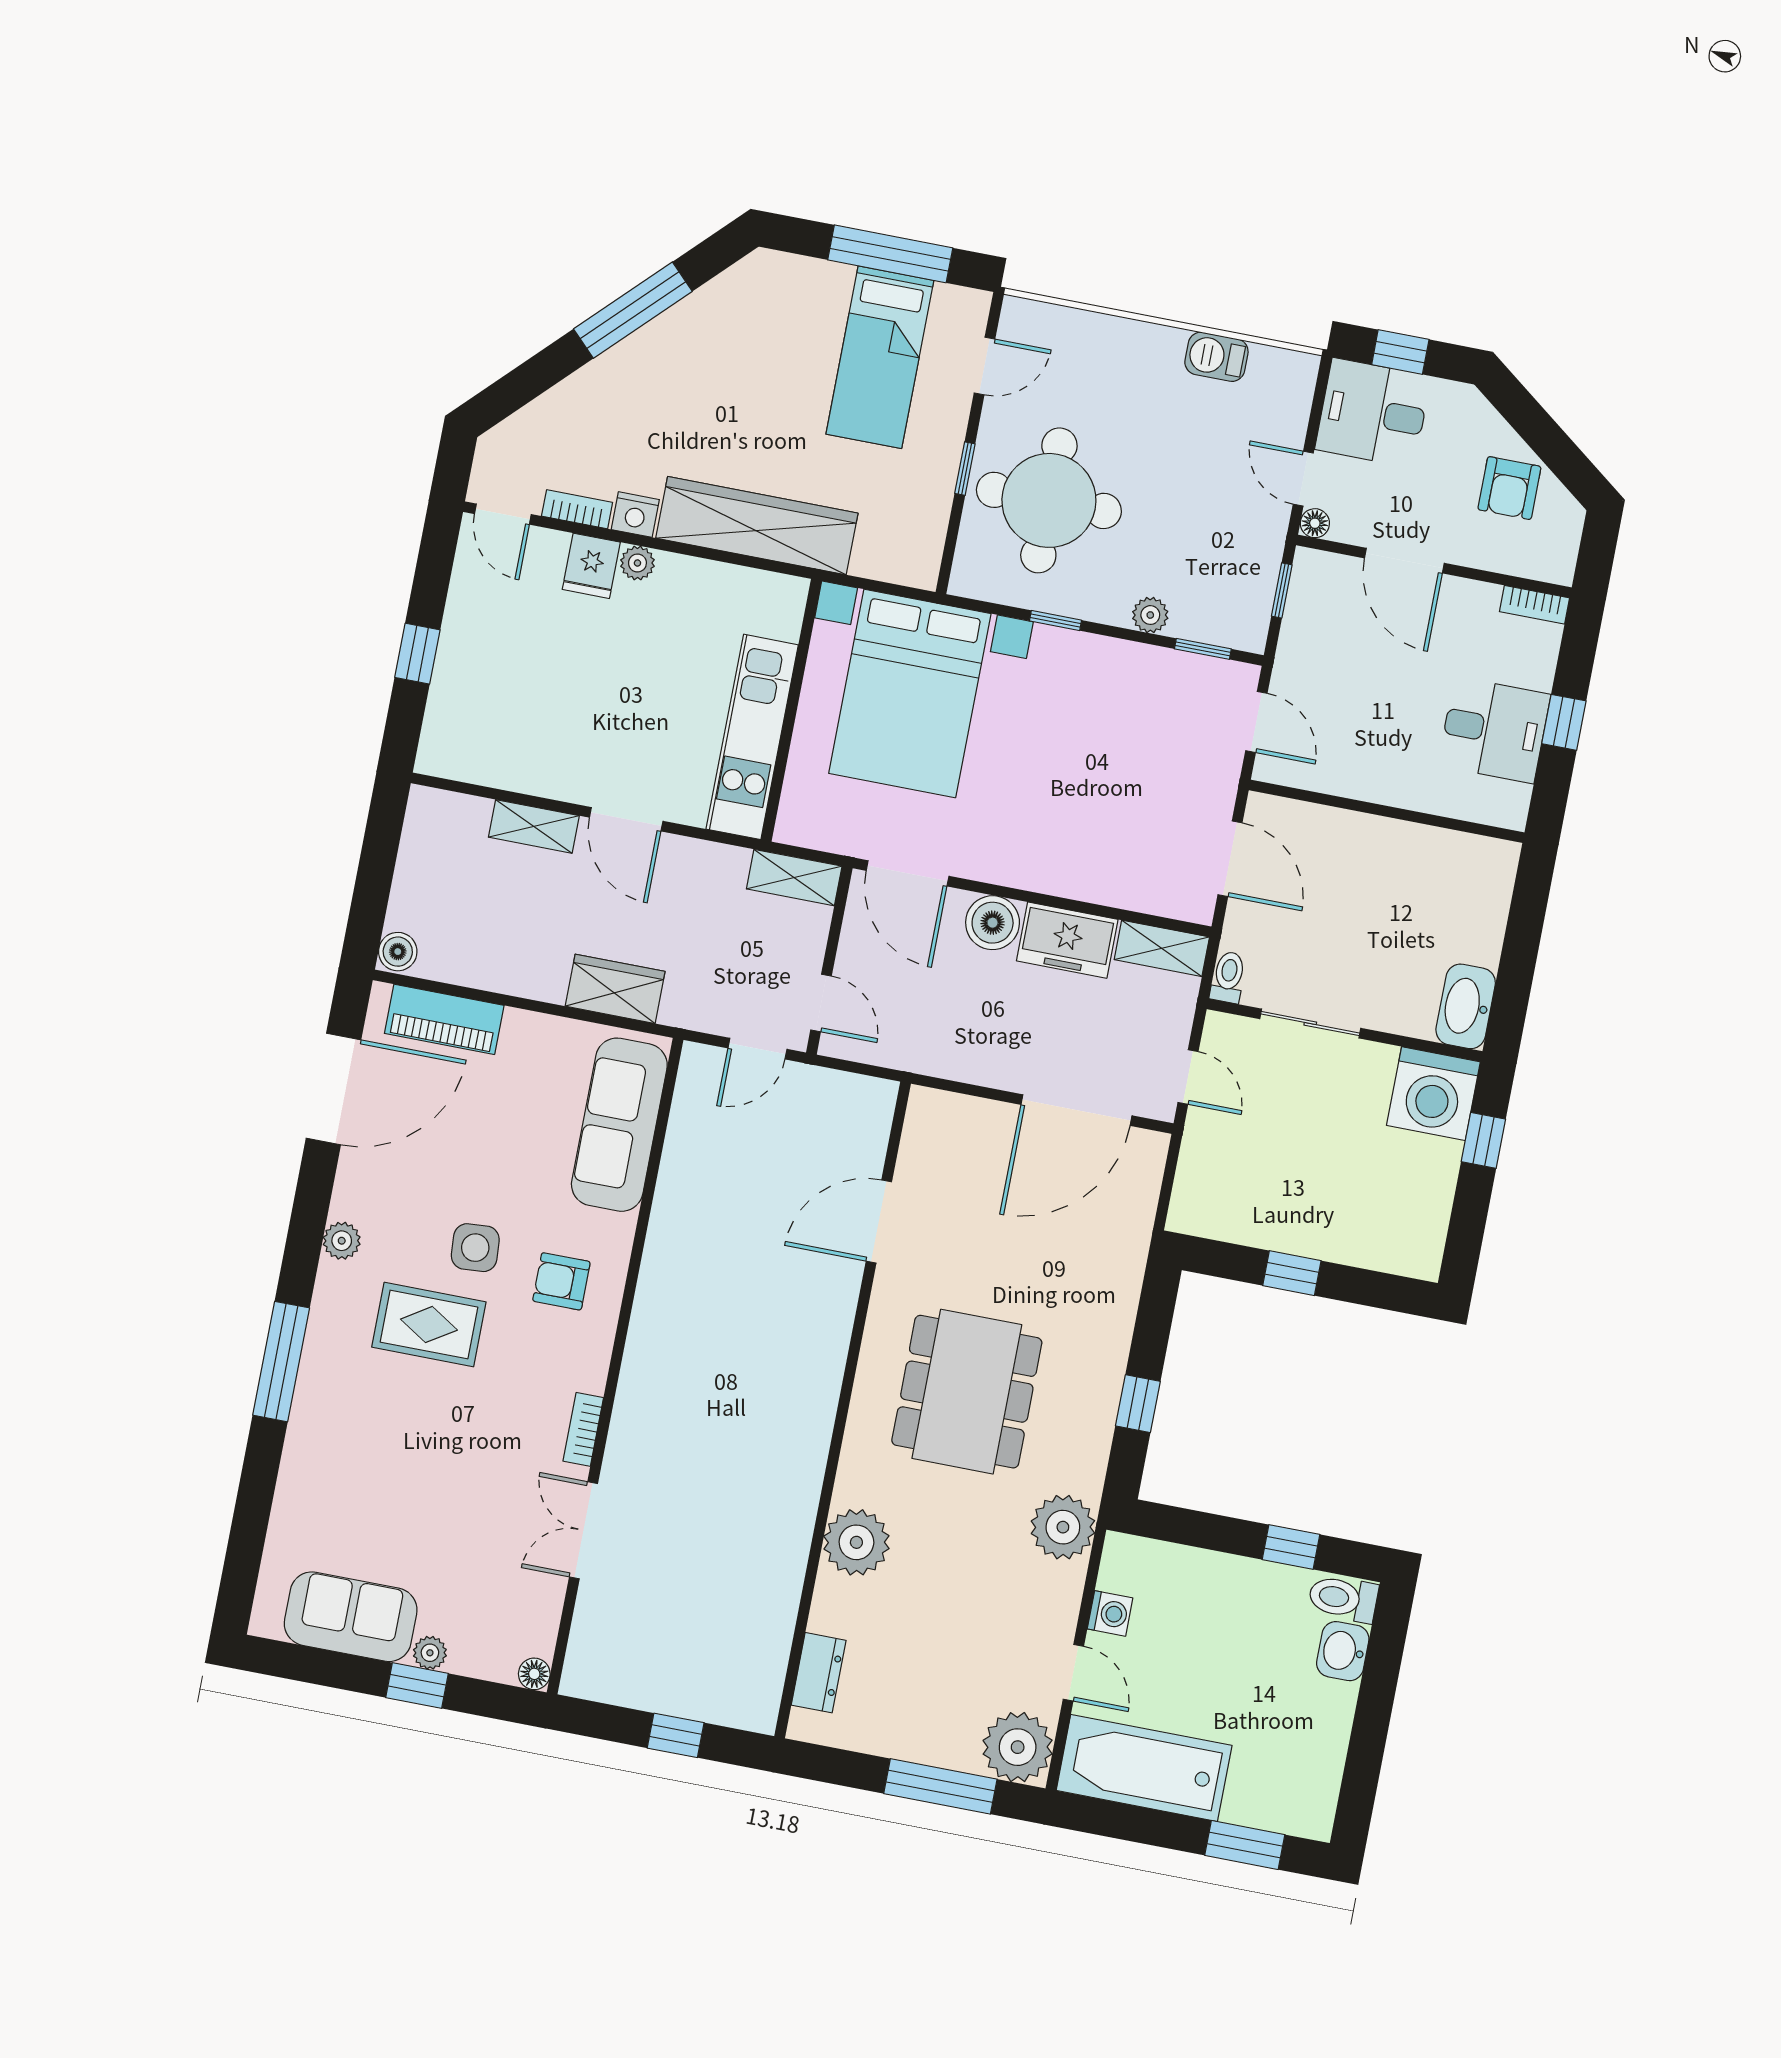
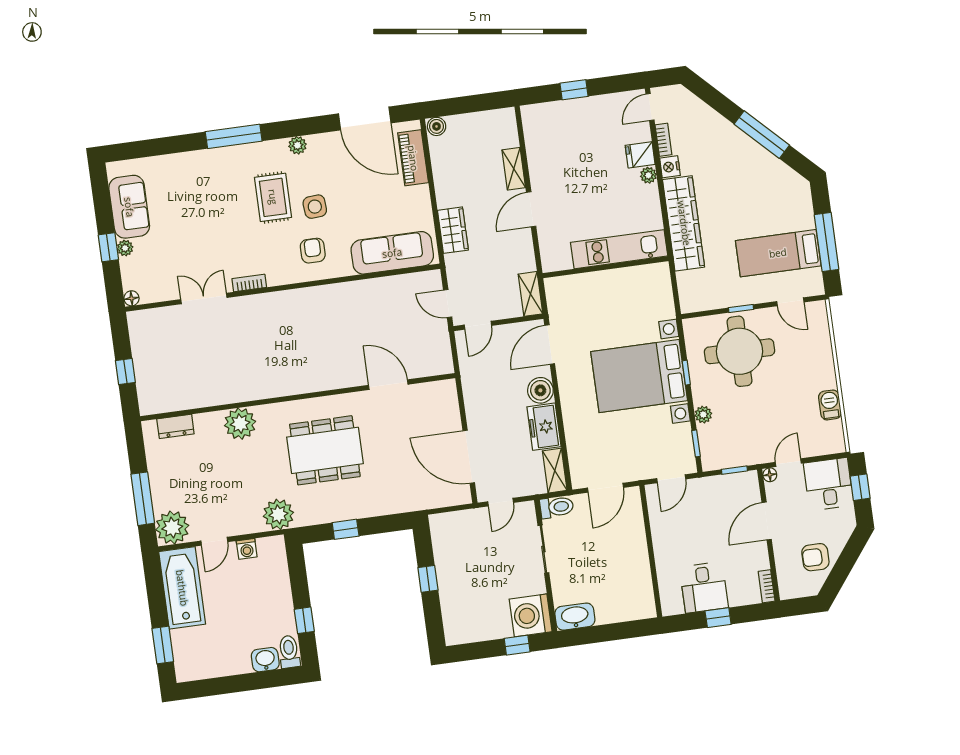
bed with nightstands: (910, 693) -> (639, 376), moved
kitchen unit: (752, 737) -> (619, 249), moved
toilet: (1228, 977) -> (557, 507), width x1.37, depth x1.39

